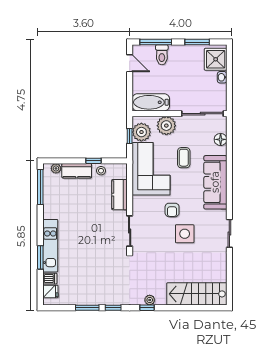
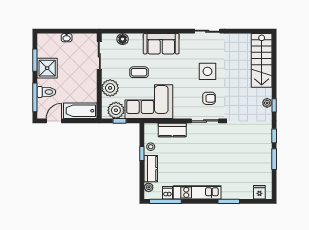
shower: (216, 59) -> (47, 68), moved
bathtub: (151, 102) -> (80, 111), moved, turned 90
sliding door: (203, 114) -> (99, 55), width x0.73
sofa: (215, 182) -> (161, 44), width x0.73
armchair: (172, 210) -> (209, 98), moved
kitchen unit: (50, 246) -> (197, 192), moved
dishwasher: (50, 279) -> (168, 193), moved

